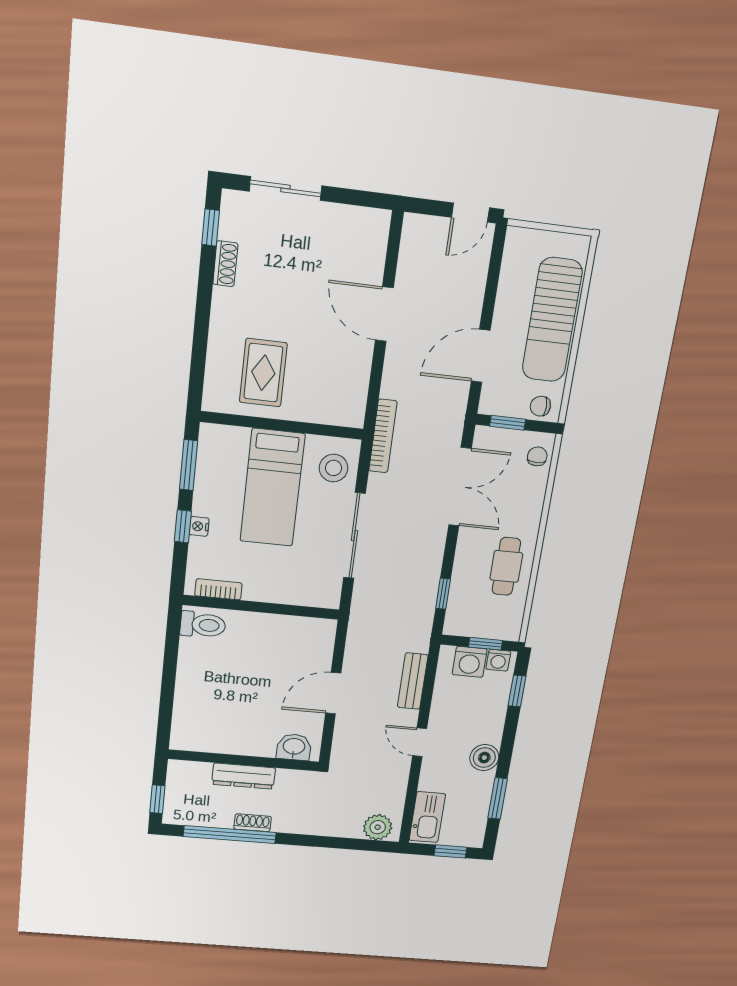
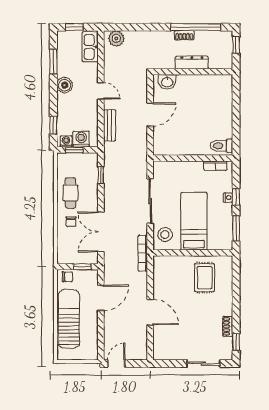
chair: (537, 456) -> (71, 222), moved

